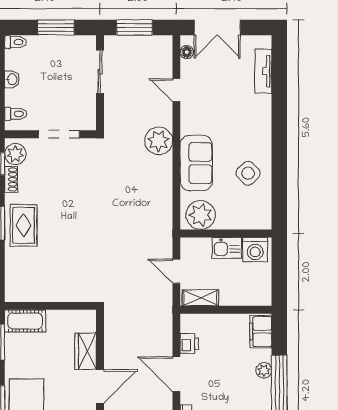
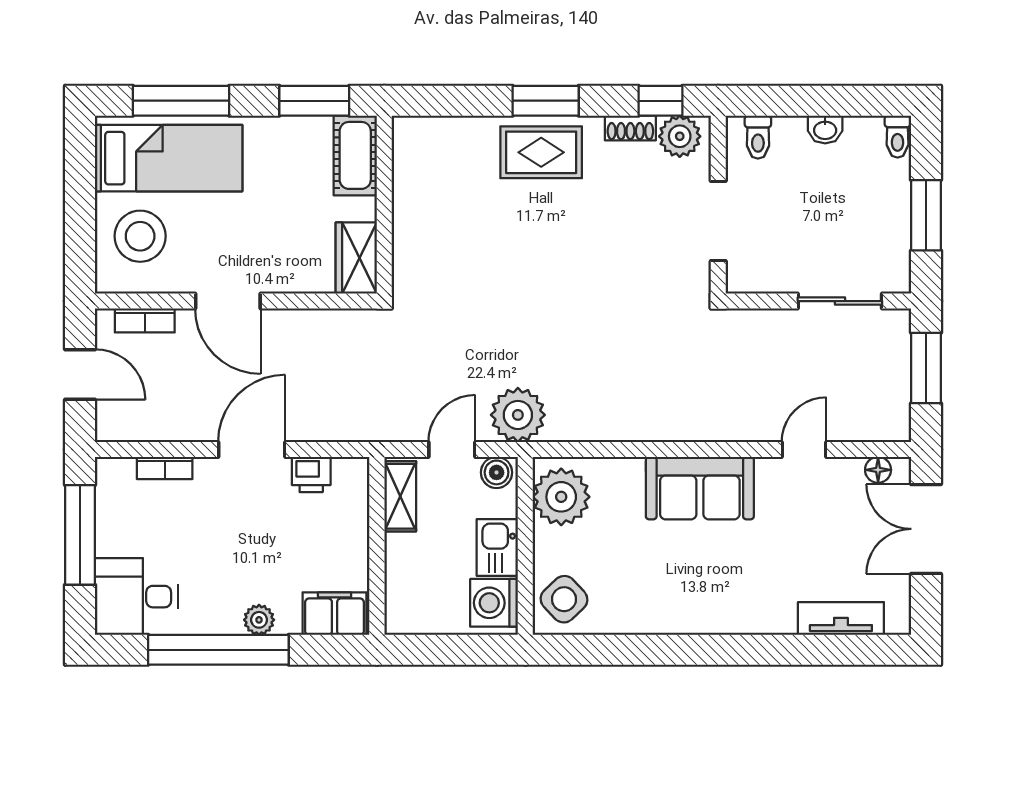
plant: (159, 141) -> (518, 415), moved
sofa: (196, 163) -> (700, 488), moved
side table: (248, 173) -> (564, 599), moved
boiler: (188, 248) -> (497, 472), added
wardrobe: (86, 351) -> (356, 258), moved, turned -90

